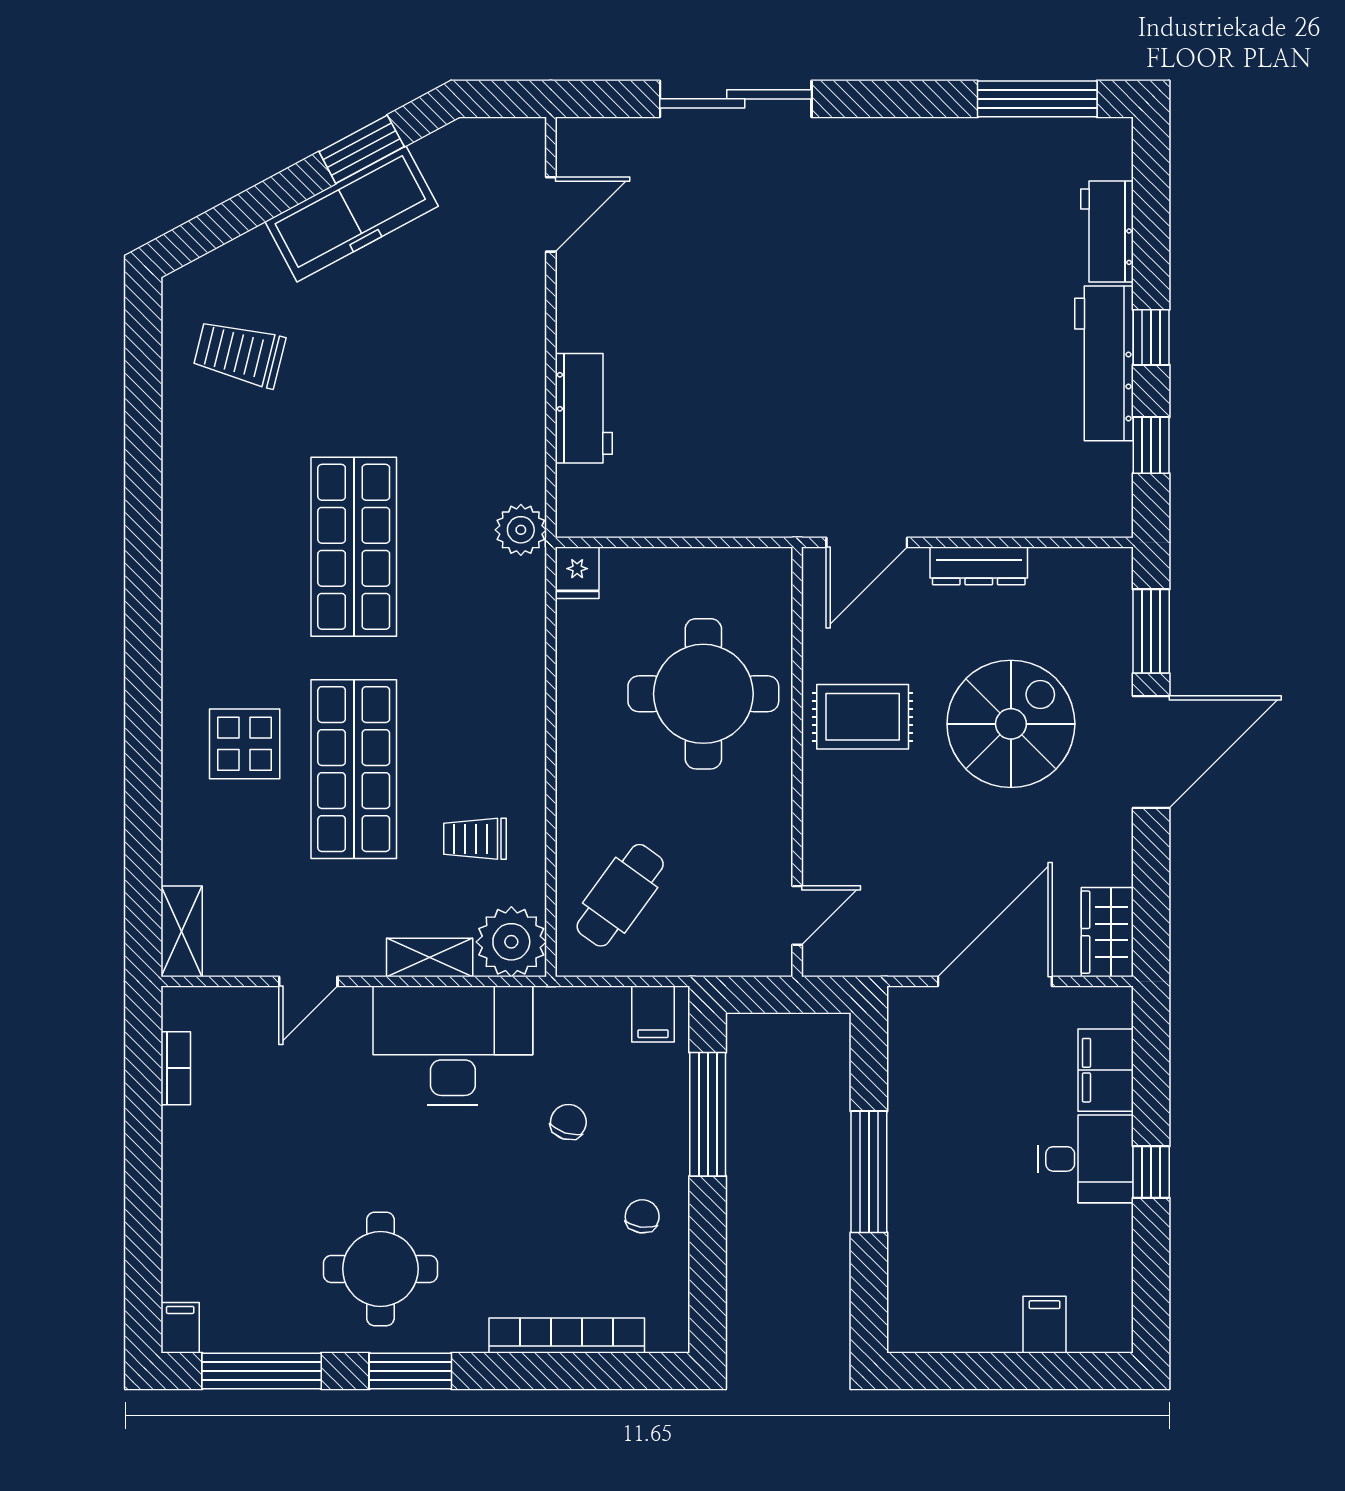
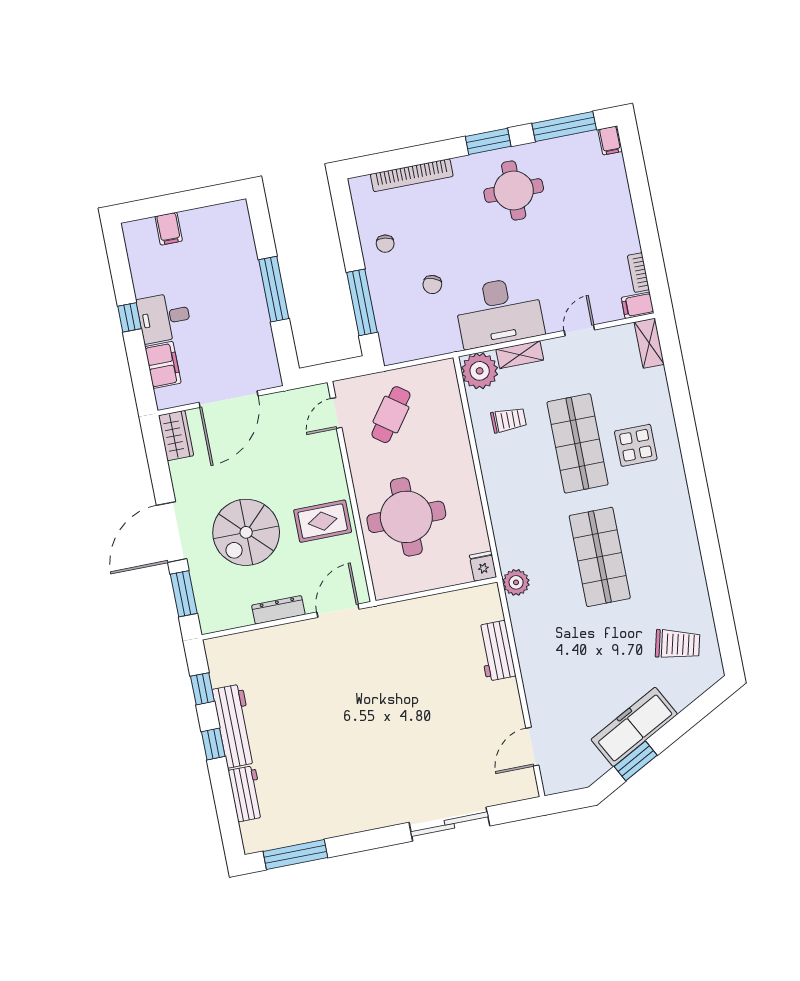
cafe table: (620, 895) -> (391, 415), moved
filing cabinet: (653, 1014) -> (638, 305), moved, turned -90

